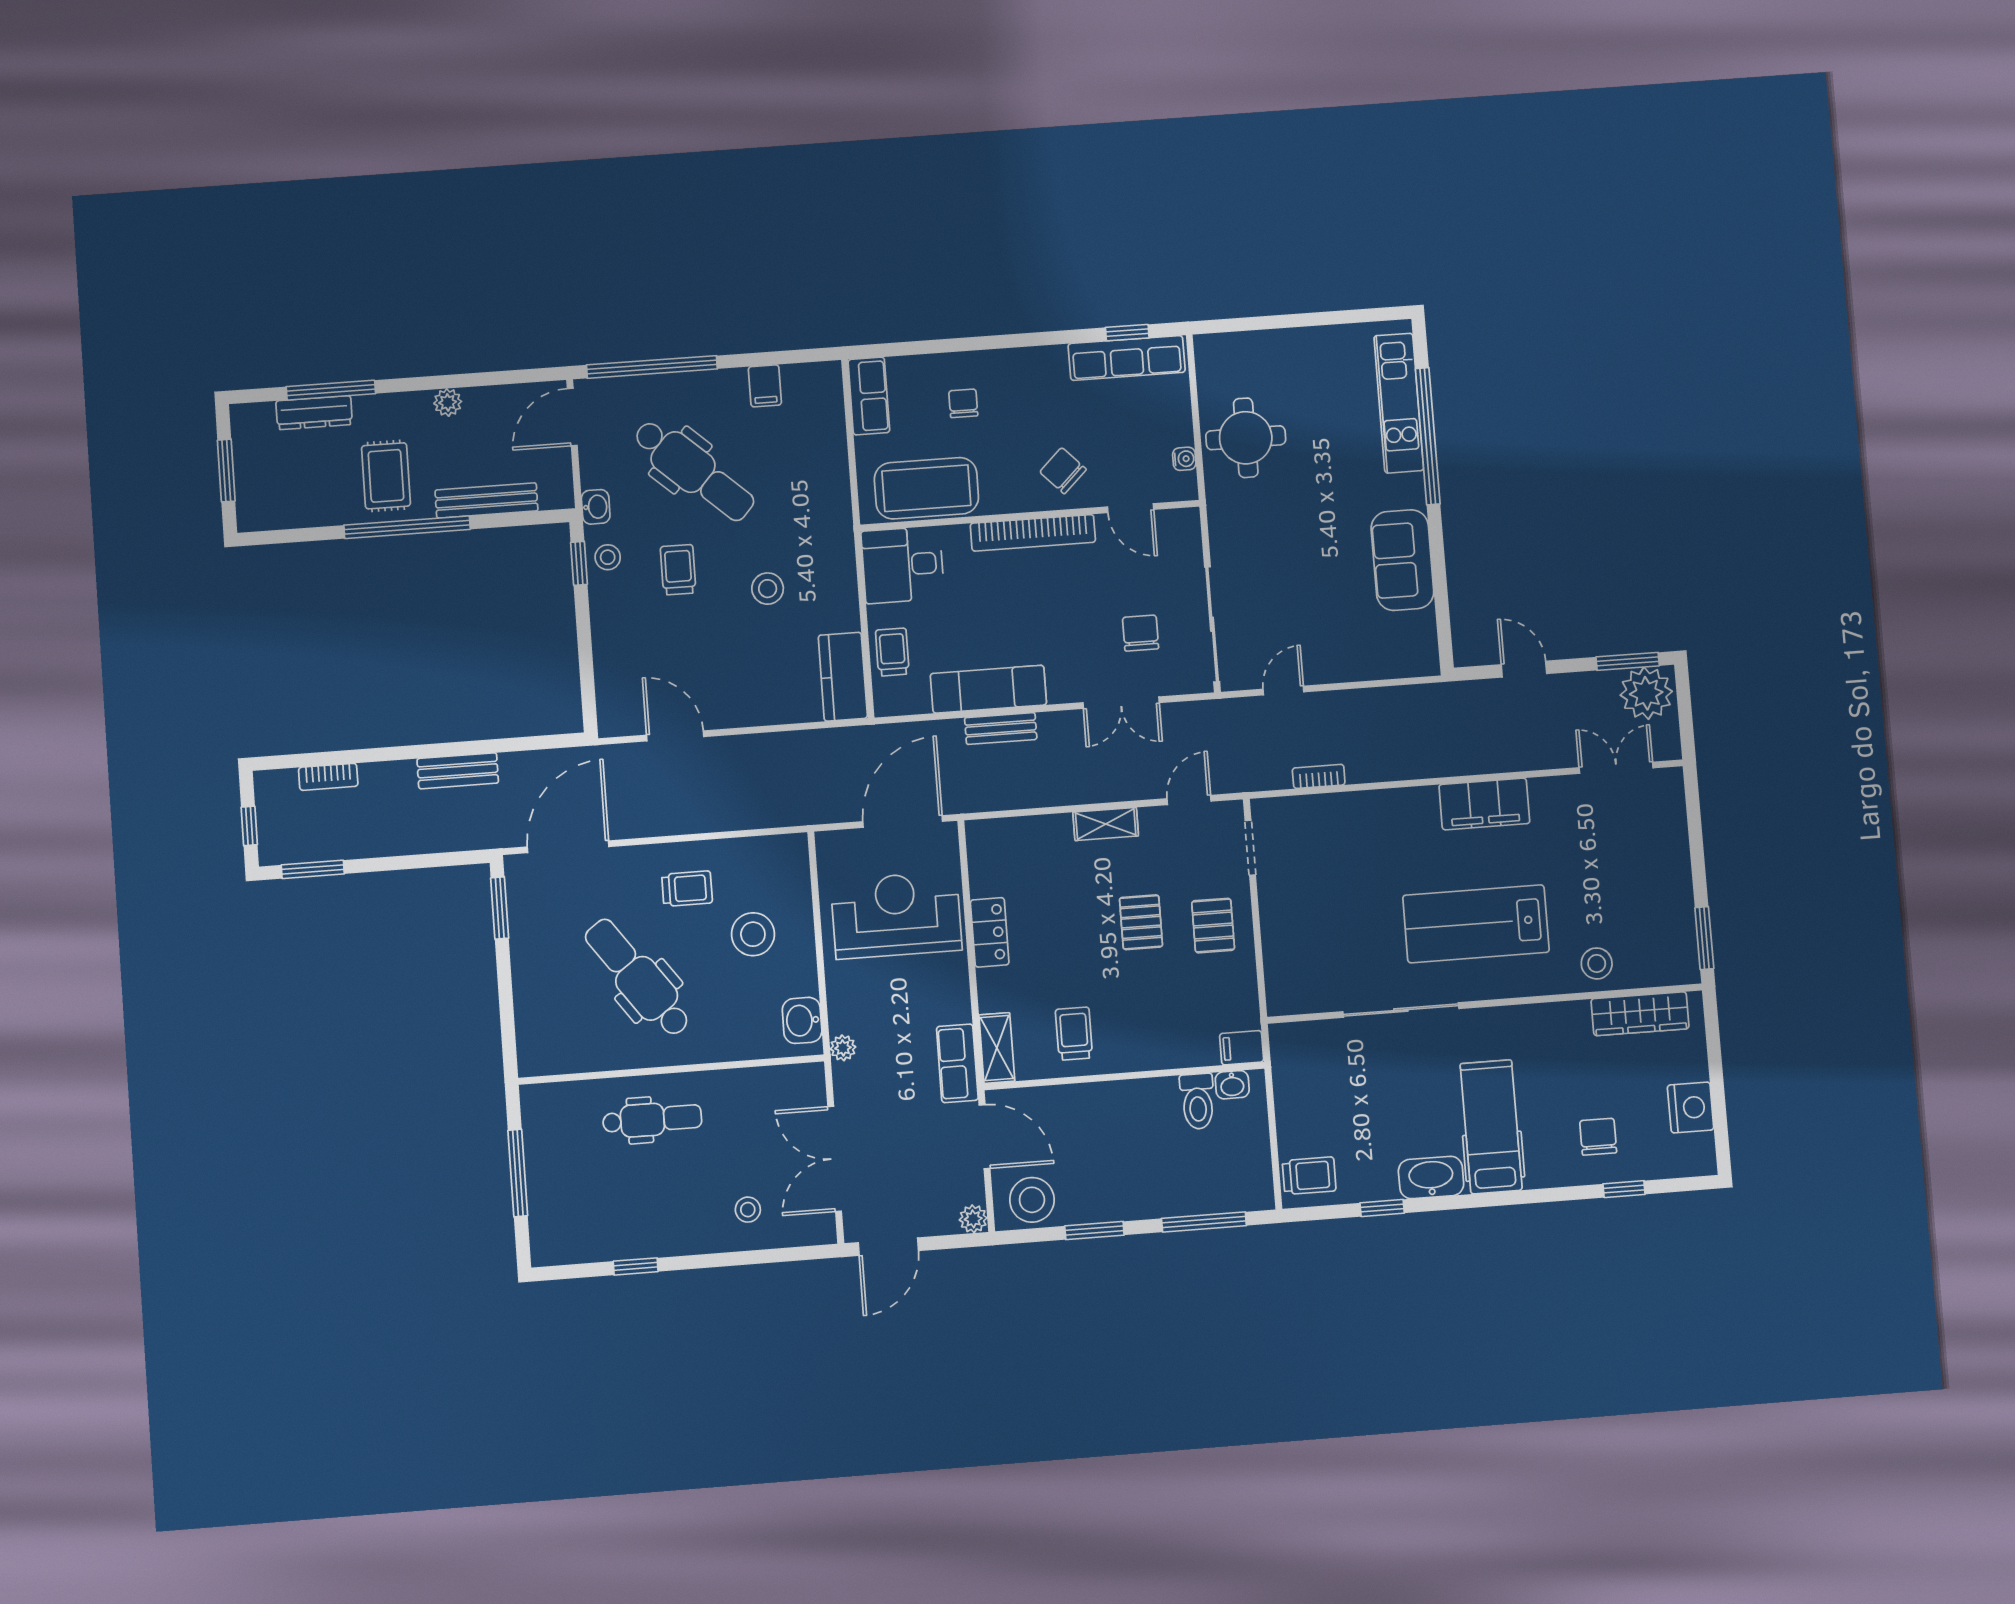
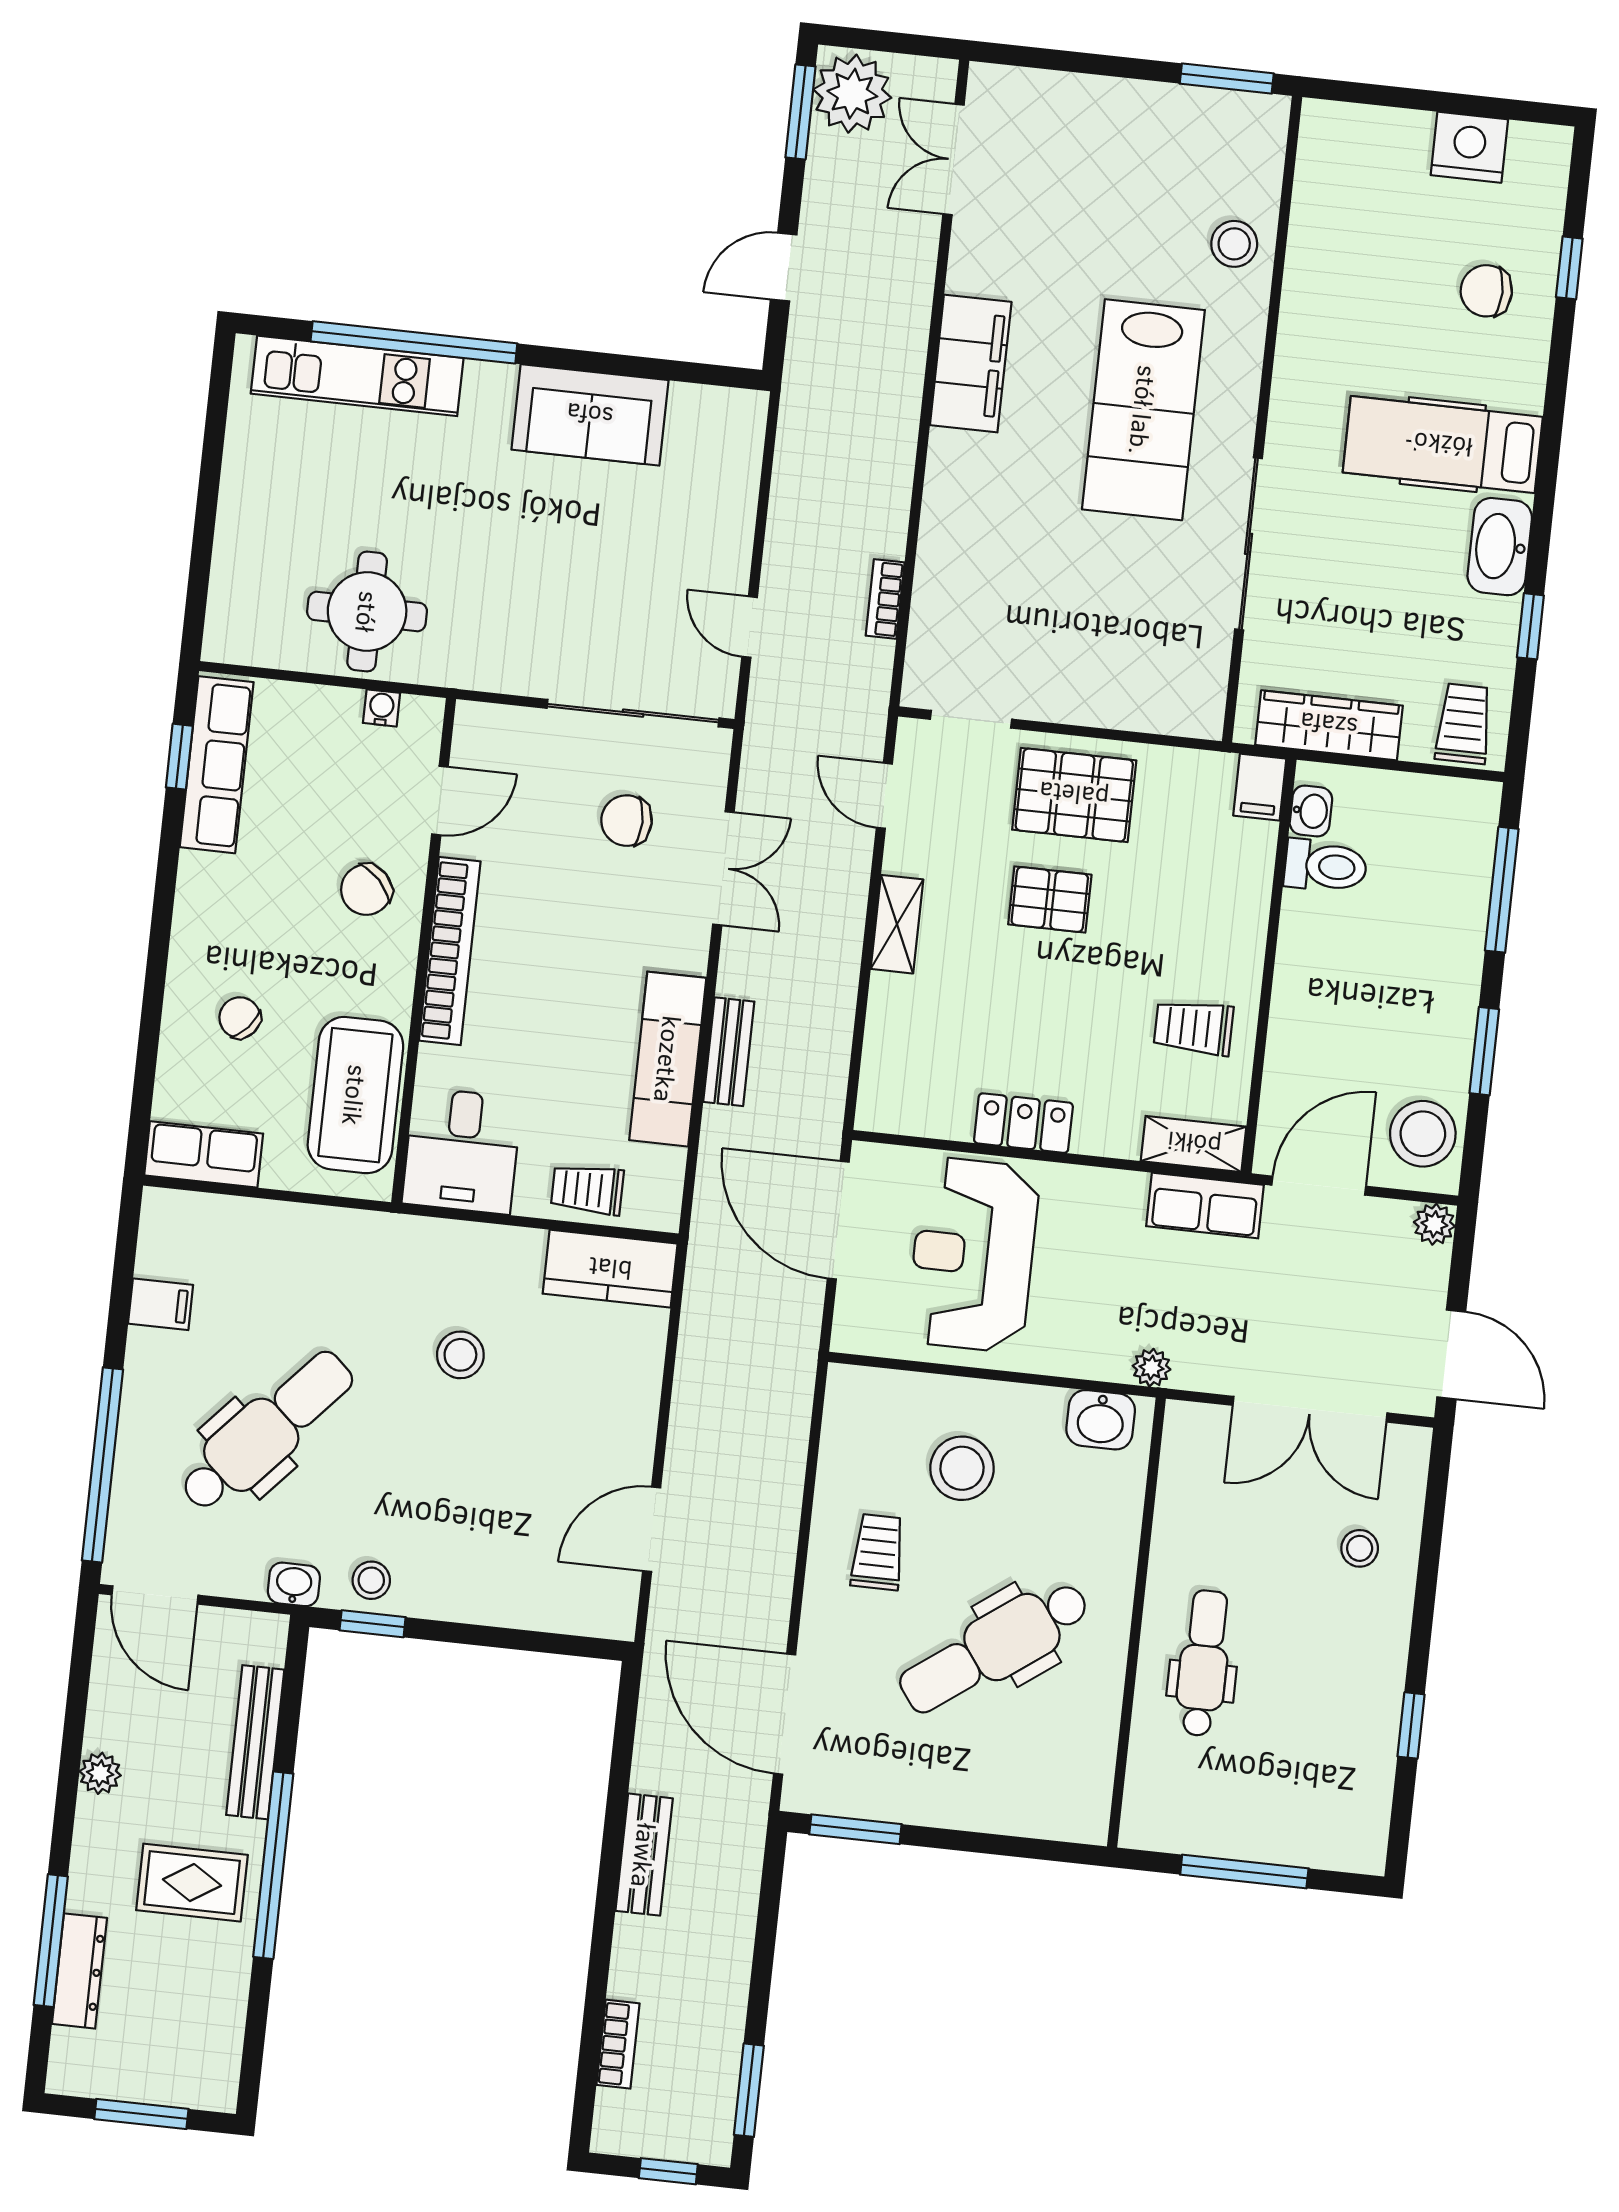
chair: (963, 403) -> (240, 1018), turned 41
trolley: (678, 570) -> (409, 1481), removed
pallet: (1213, 926) -> (1074, 795), width x1.50, depth x1.42
wardrobe: (1640, 1014) -> (1329, 725), moved, turned -90

